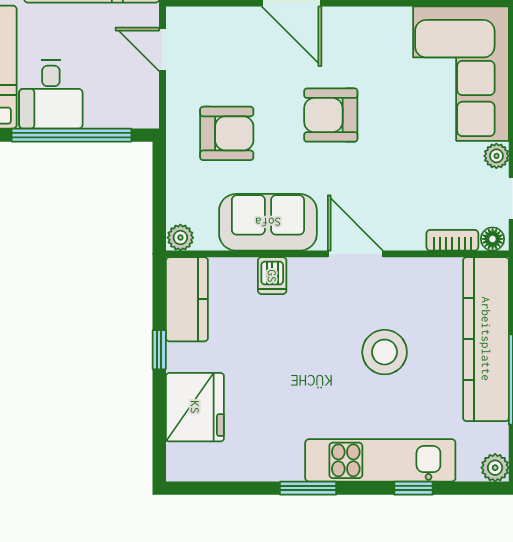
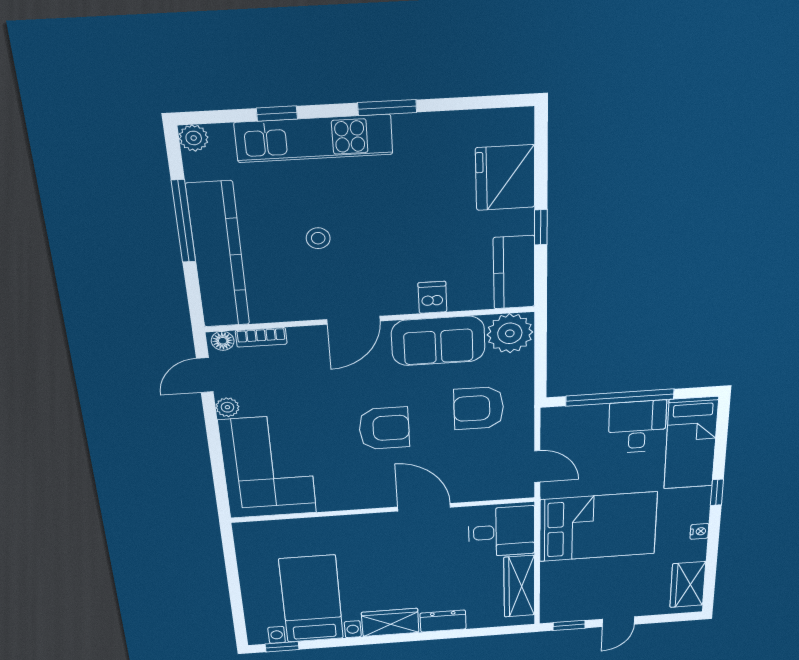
plant: (180, 238) -> (510, 333), width x1.88, depth x1.88
door: (355, 254) -> (353, 320), hinge flipped
stool: (385, 352) -> (318, 238), width x0.53, depth x0.53

